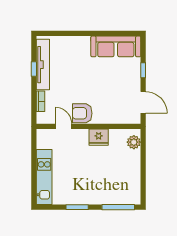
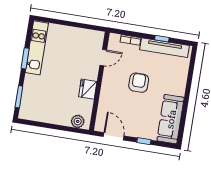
door: (143, 102) -> (114, 136), swing flipped
armchair: (82, 113) -> (139, 83), moved
kitchen unit: (44, 177) -> (37, 48), moved, turned -90
window: (118, 207) -> (19, 97), width x0.69

